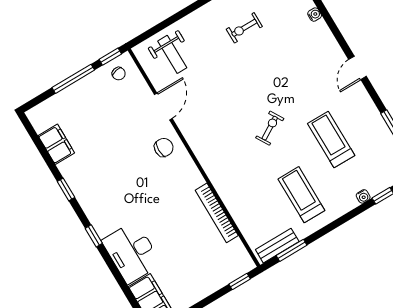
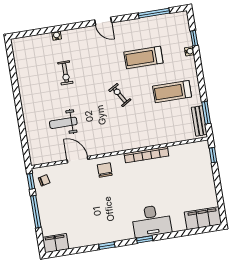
exercise bike: (244, 28) -> (65, 73), moved
weight bench: (172, 54) -> (63, 123), moved, turned 180
filing cabinet: (56, 144) -> (56, 243), moved
bookcase: (217, 213) -> (146, 155), moved
desk: (132, 252) -> (151, 221), moved

